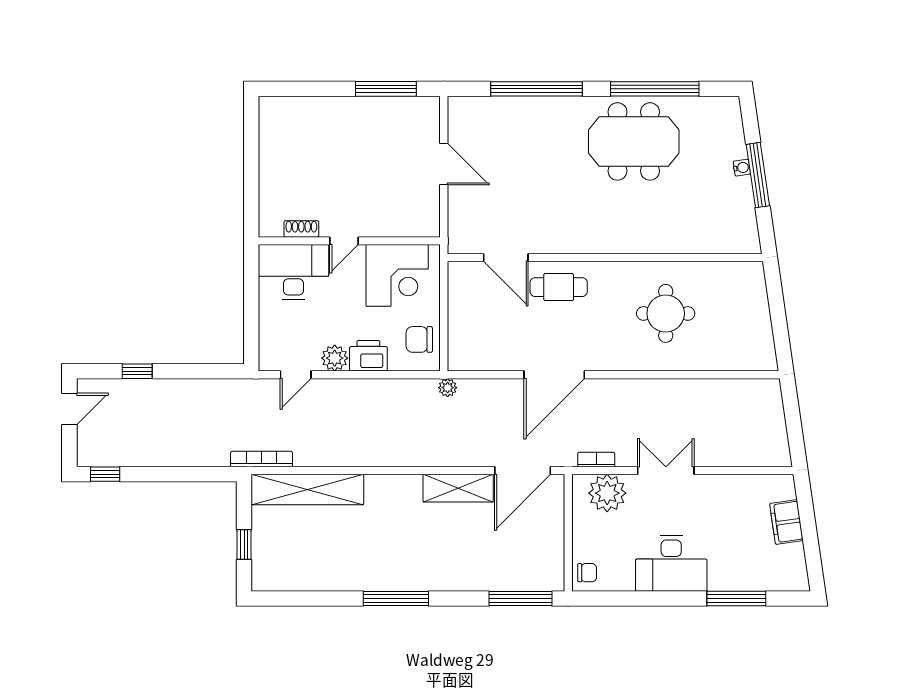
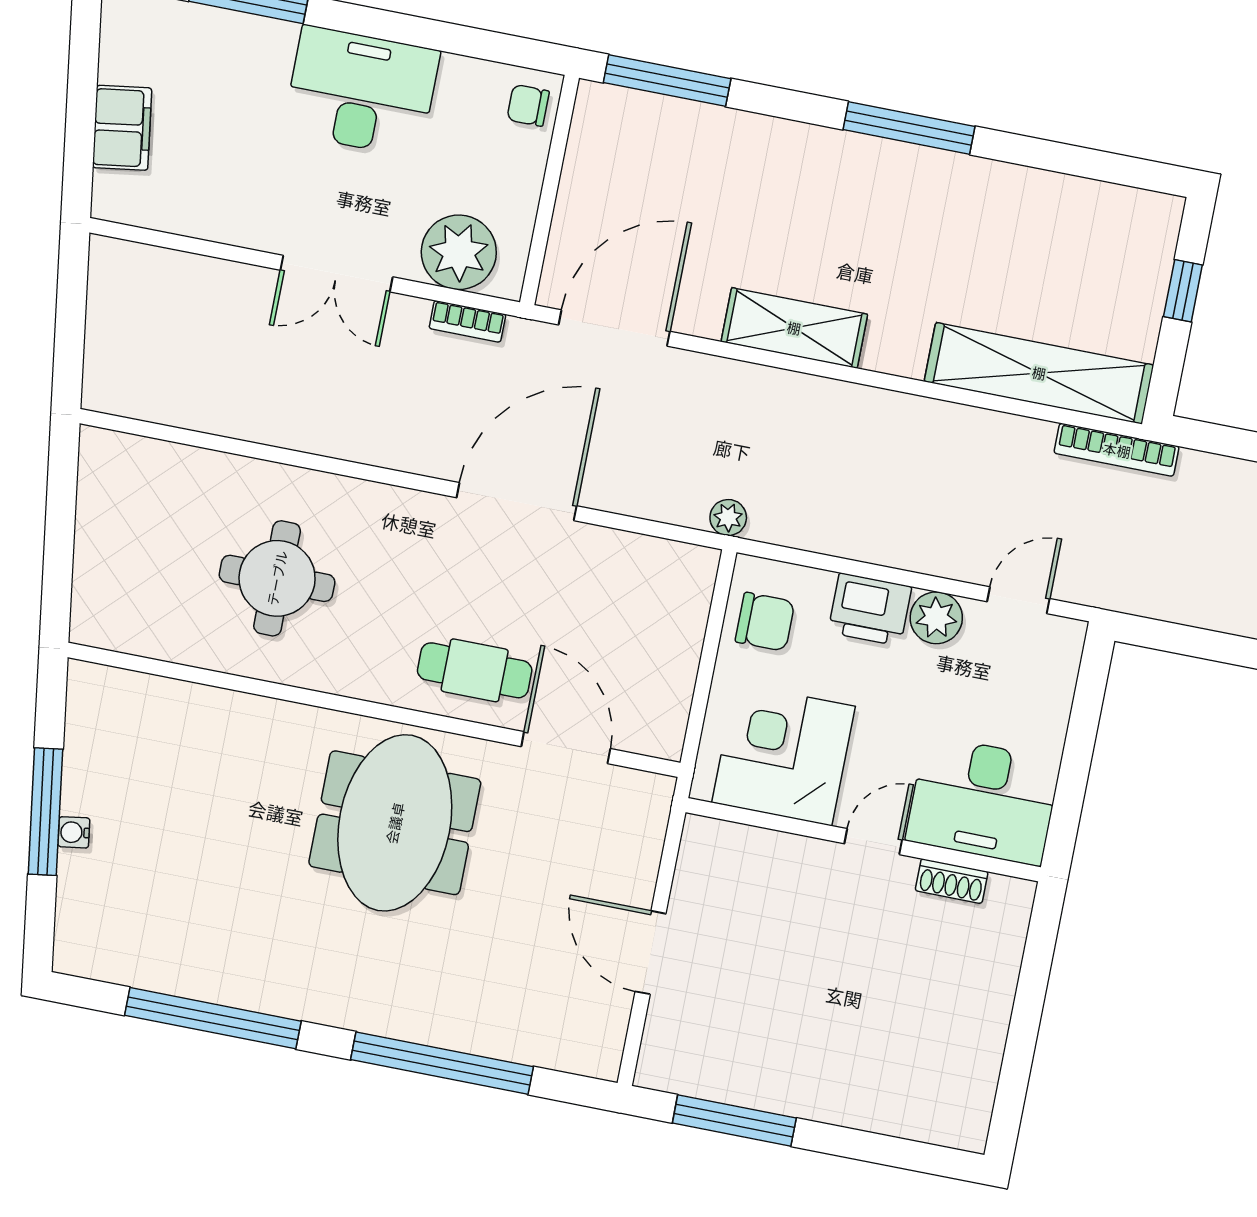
meeting table: (634, 141) -> (395, 823), moved, turned 90
shelving: (458, 488) -> (794, 328), moved

